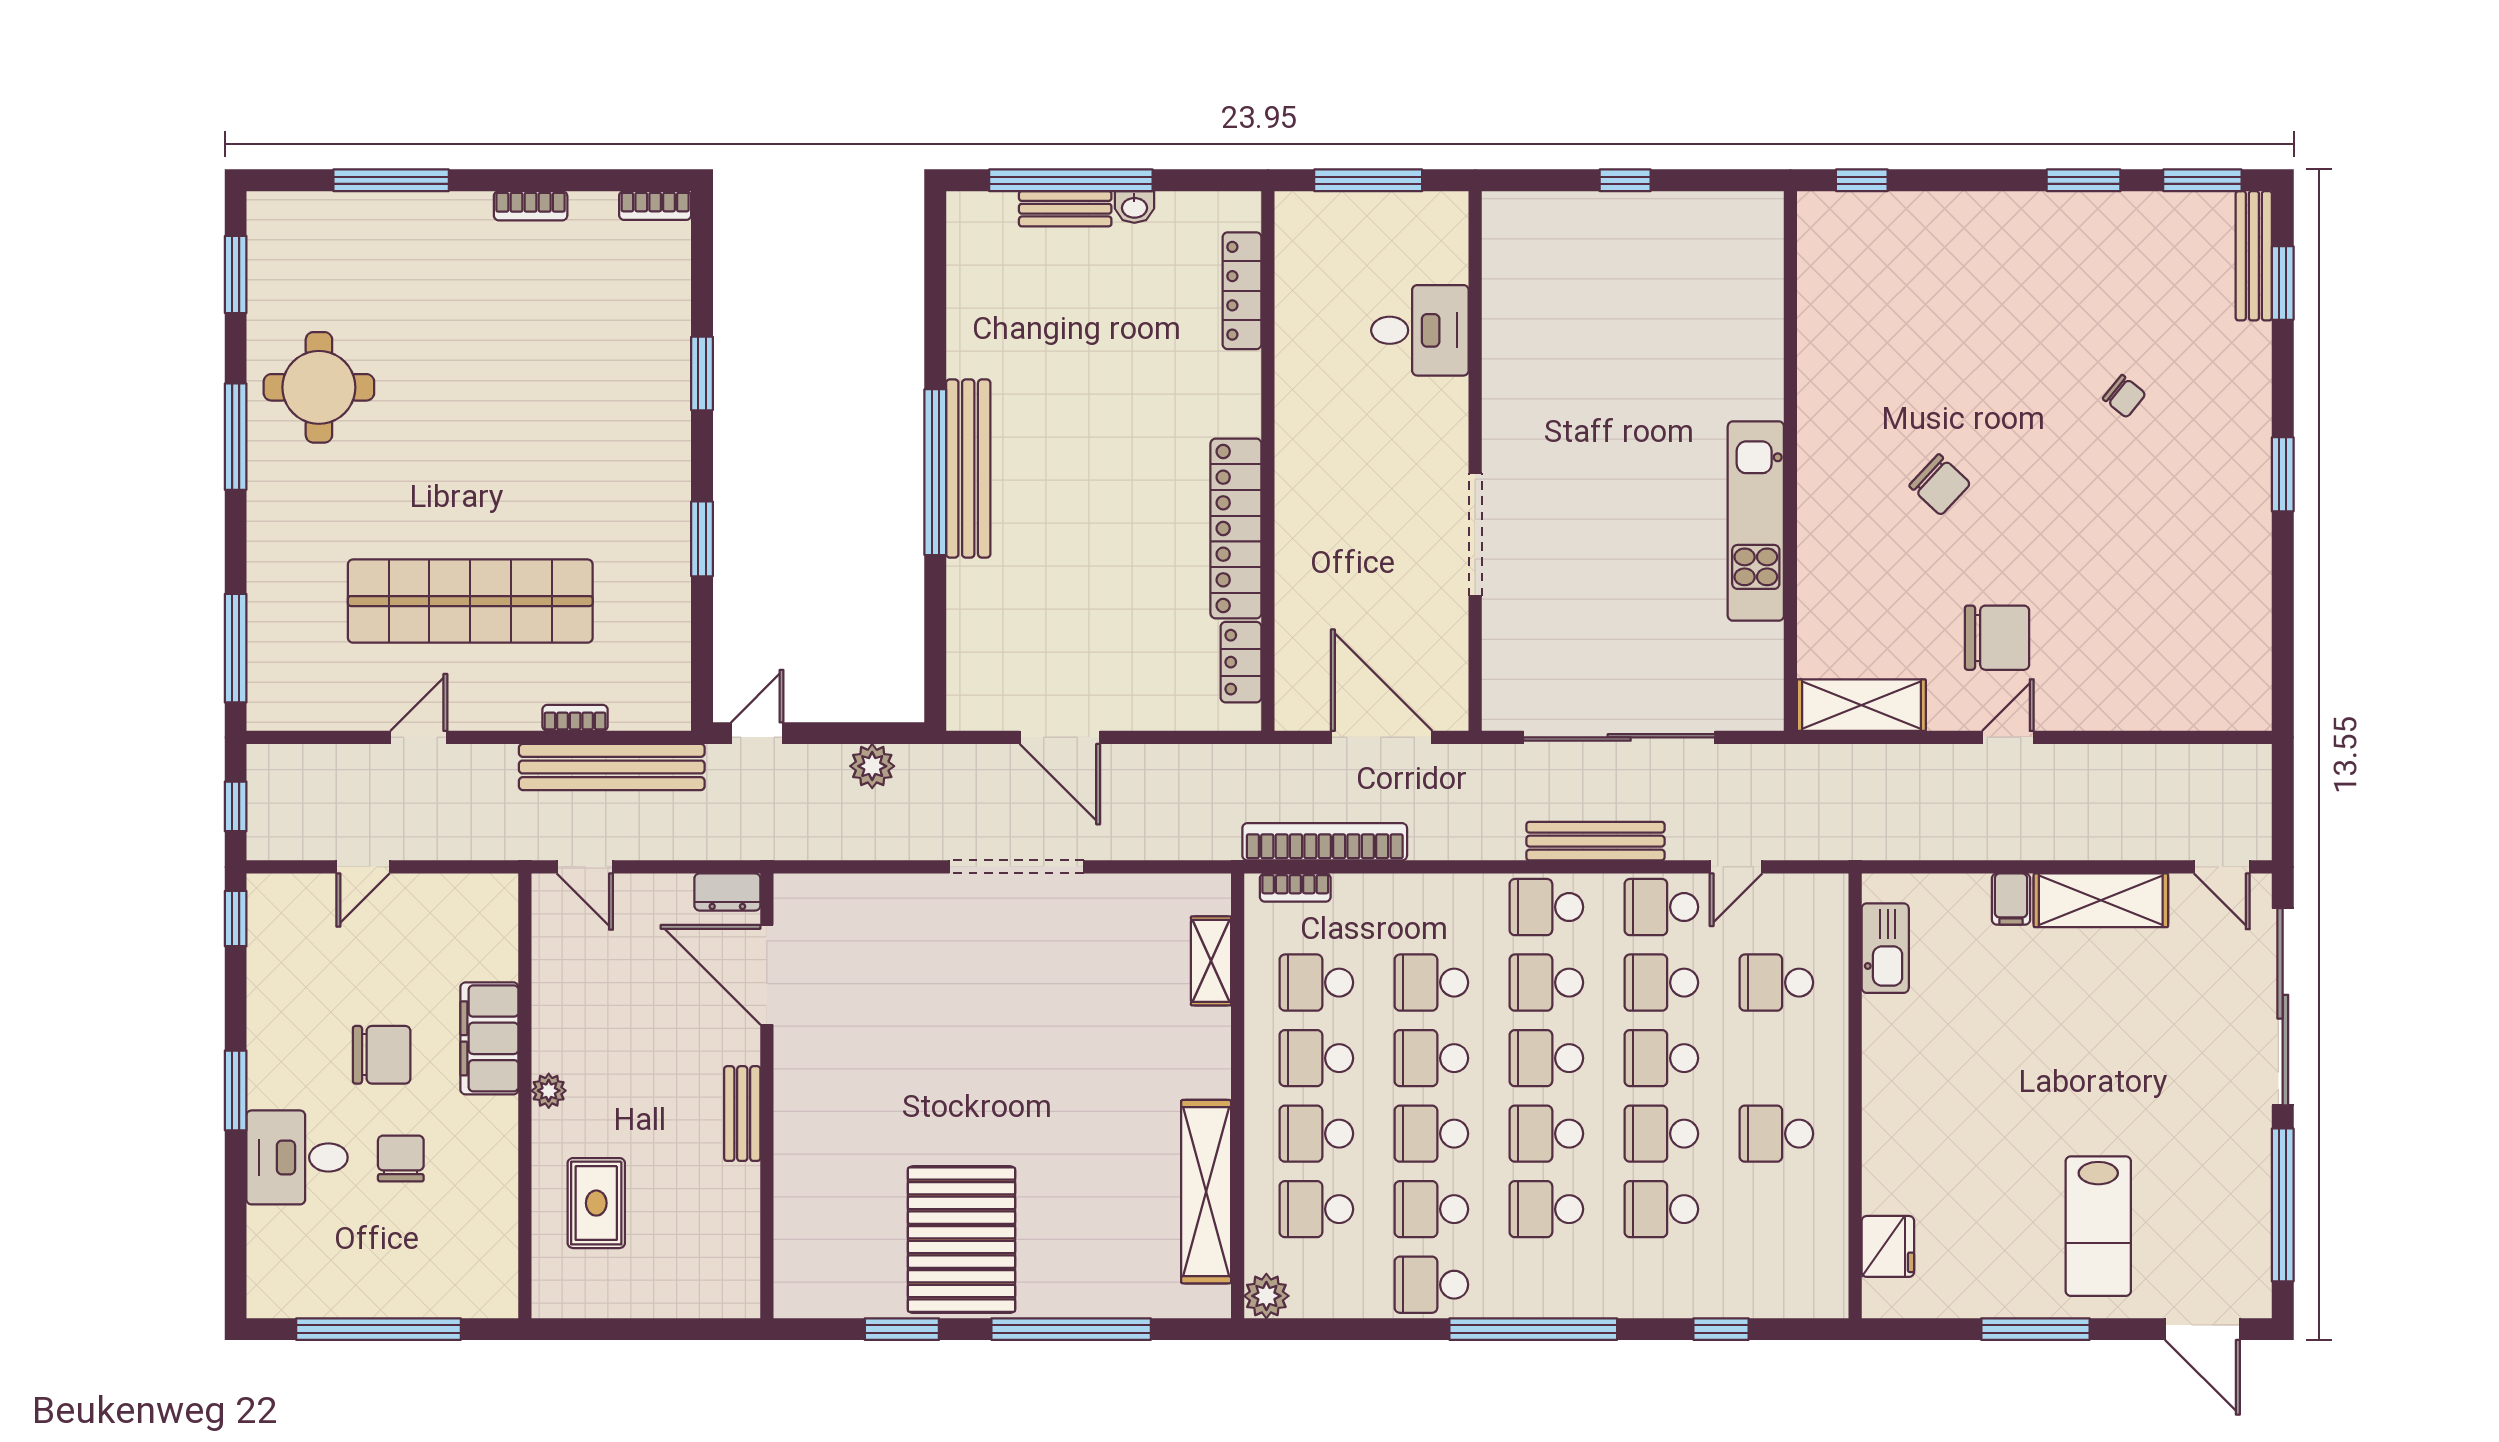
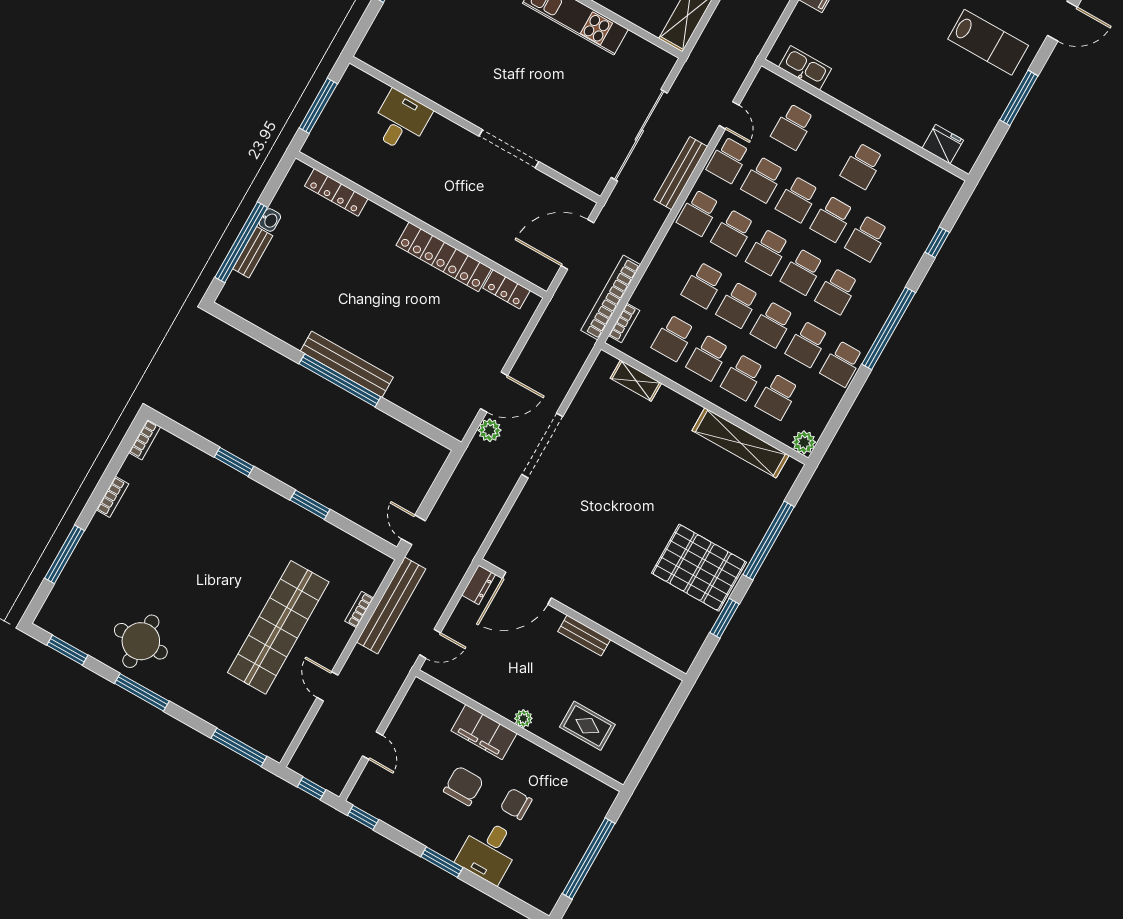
plant: (872, 766) -> (490, 430), moved

